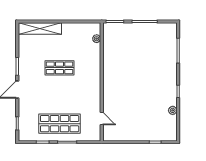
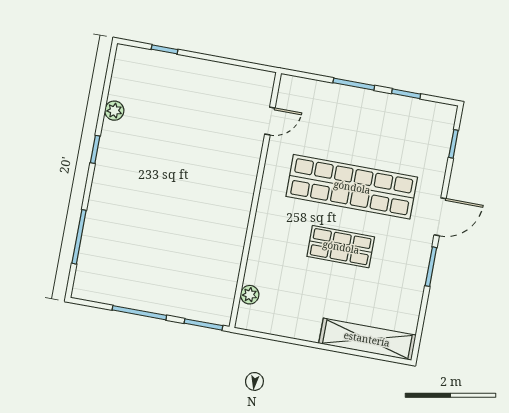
door: (102, 119) -> (270, 121), swing flipped
shop shelf: (60, 124) -> (352, 187), moved, width x1.40

